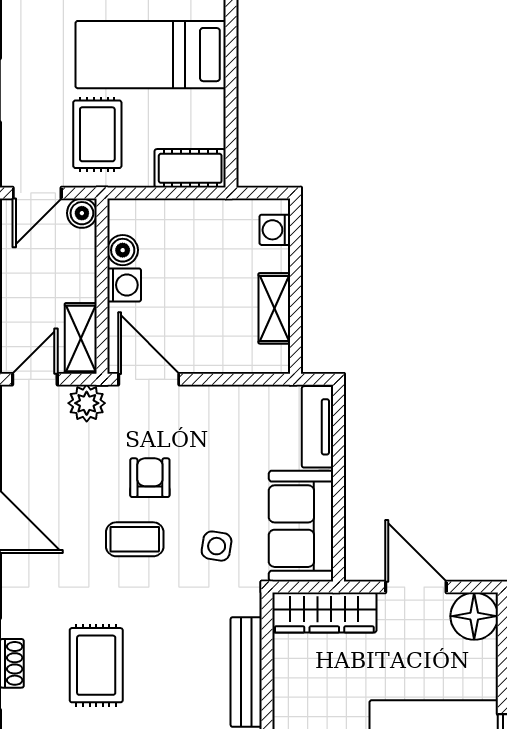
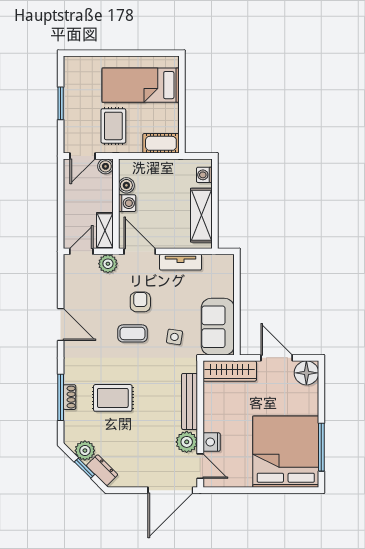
shelving: (274, 308) -> (201, 215), width x1.50, depth x1.33
tv unit: (318, 427) -> (181, 262), moved, turned -90
rug: (96, 665) -> (113, 398), turned 90

